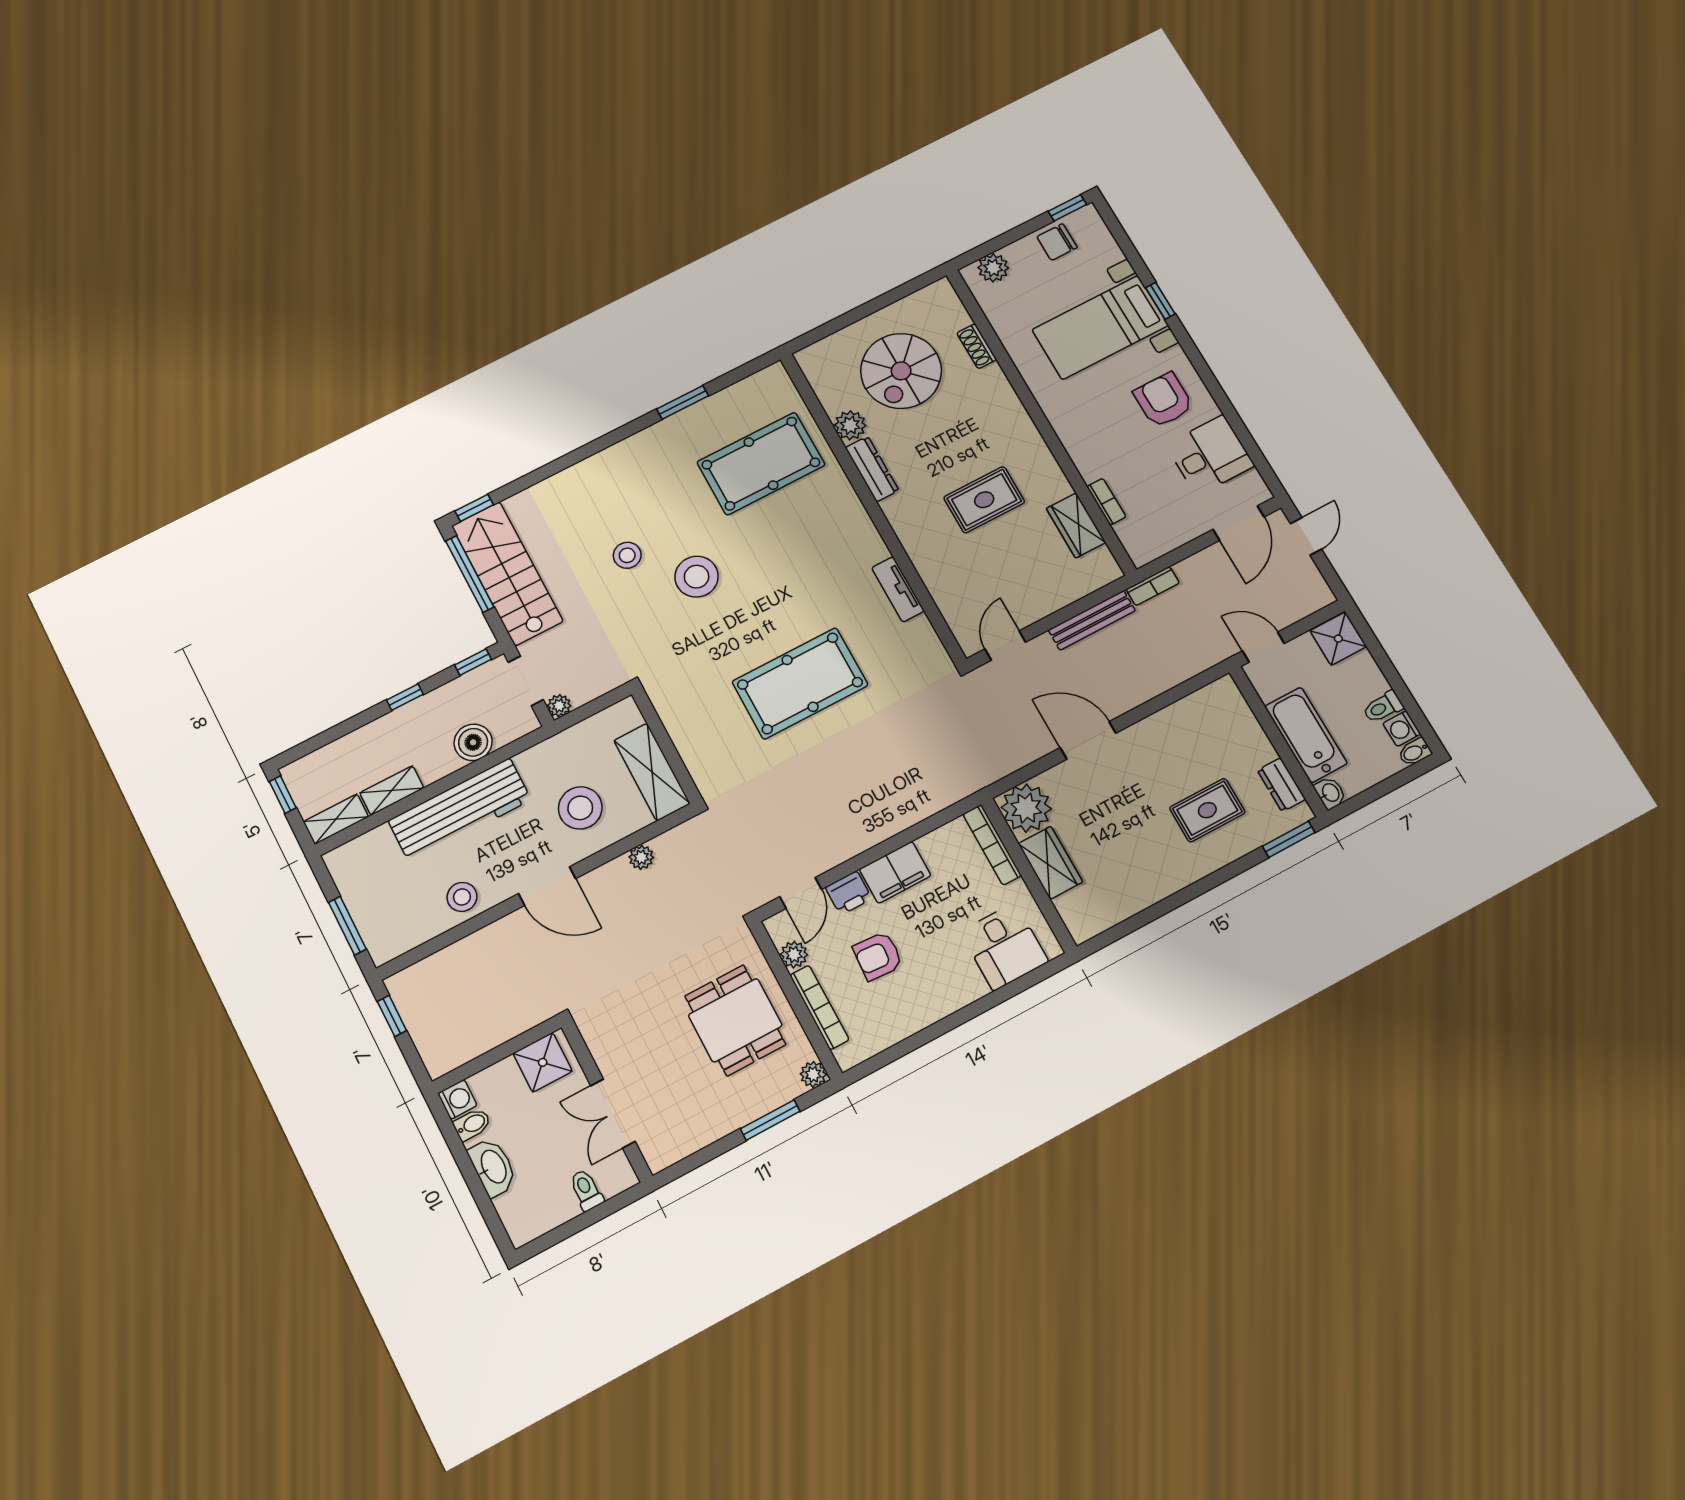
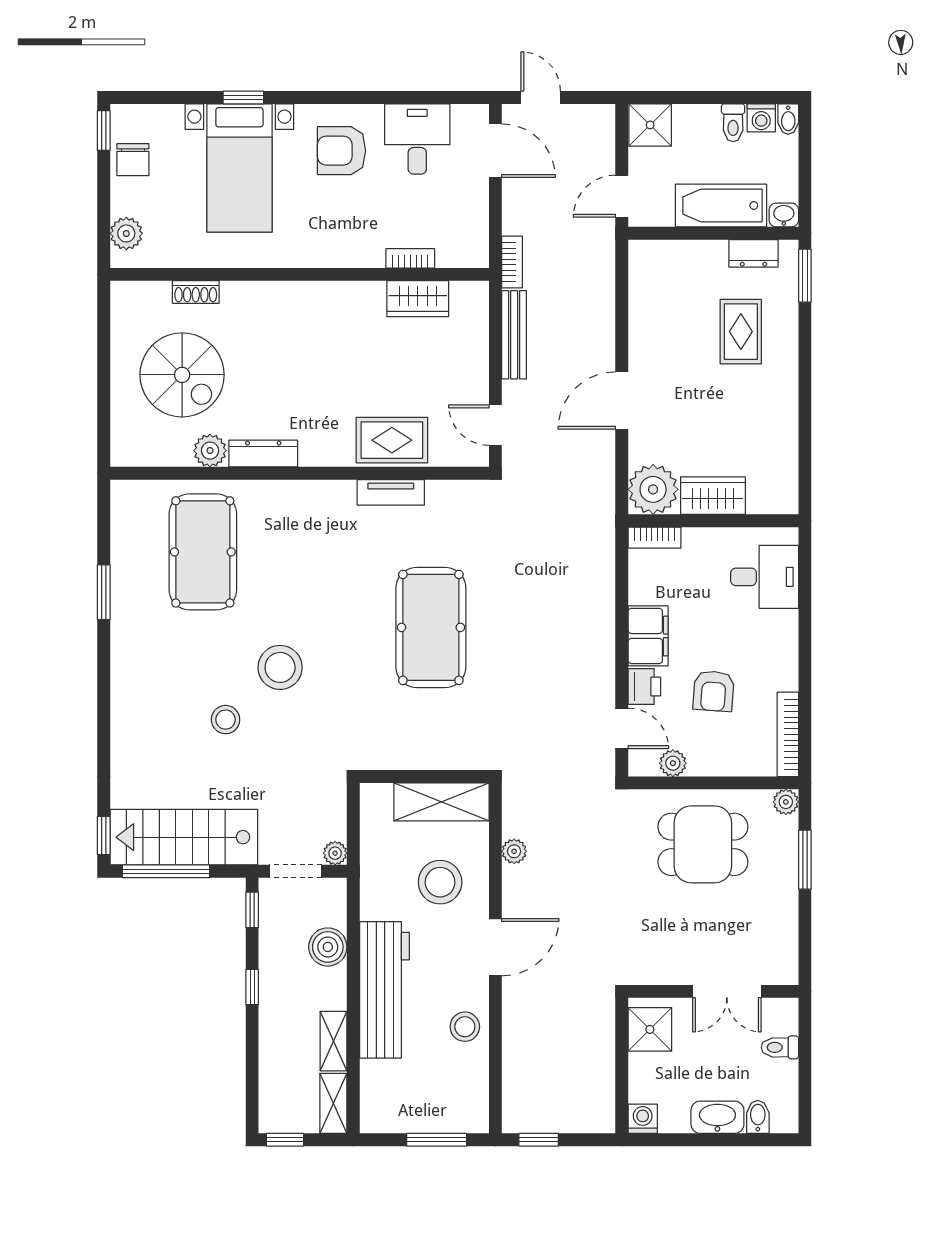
rug: (984, 500) -> (392, 440), moved, turned 90
bookcase: (992, 845) -> (655, 538), width x0.64
bookcase: (819, 1007) -> (788, 734), moved, turned -90
bidet: (472, 1124) -> (758, 1117), moved

